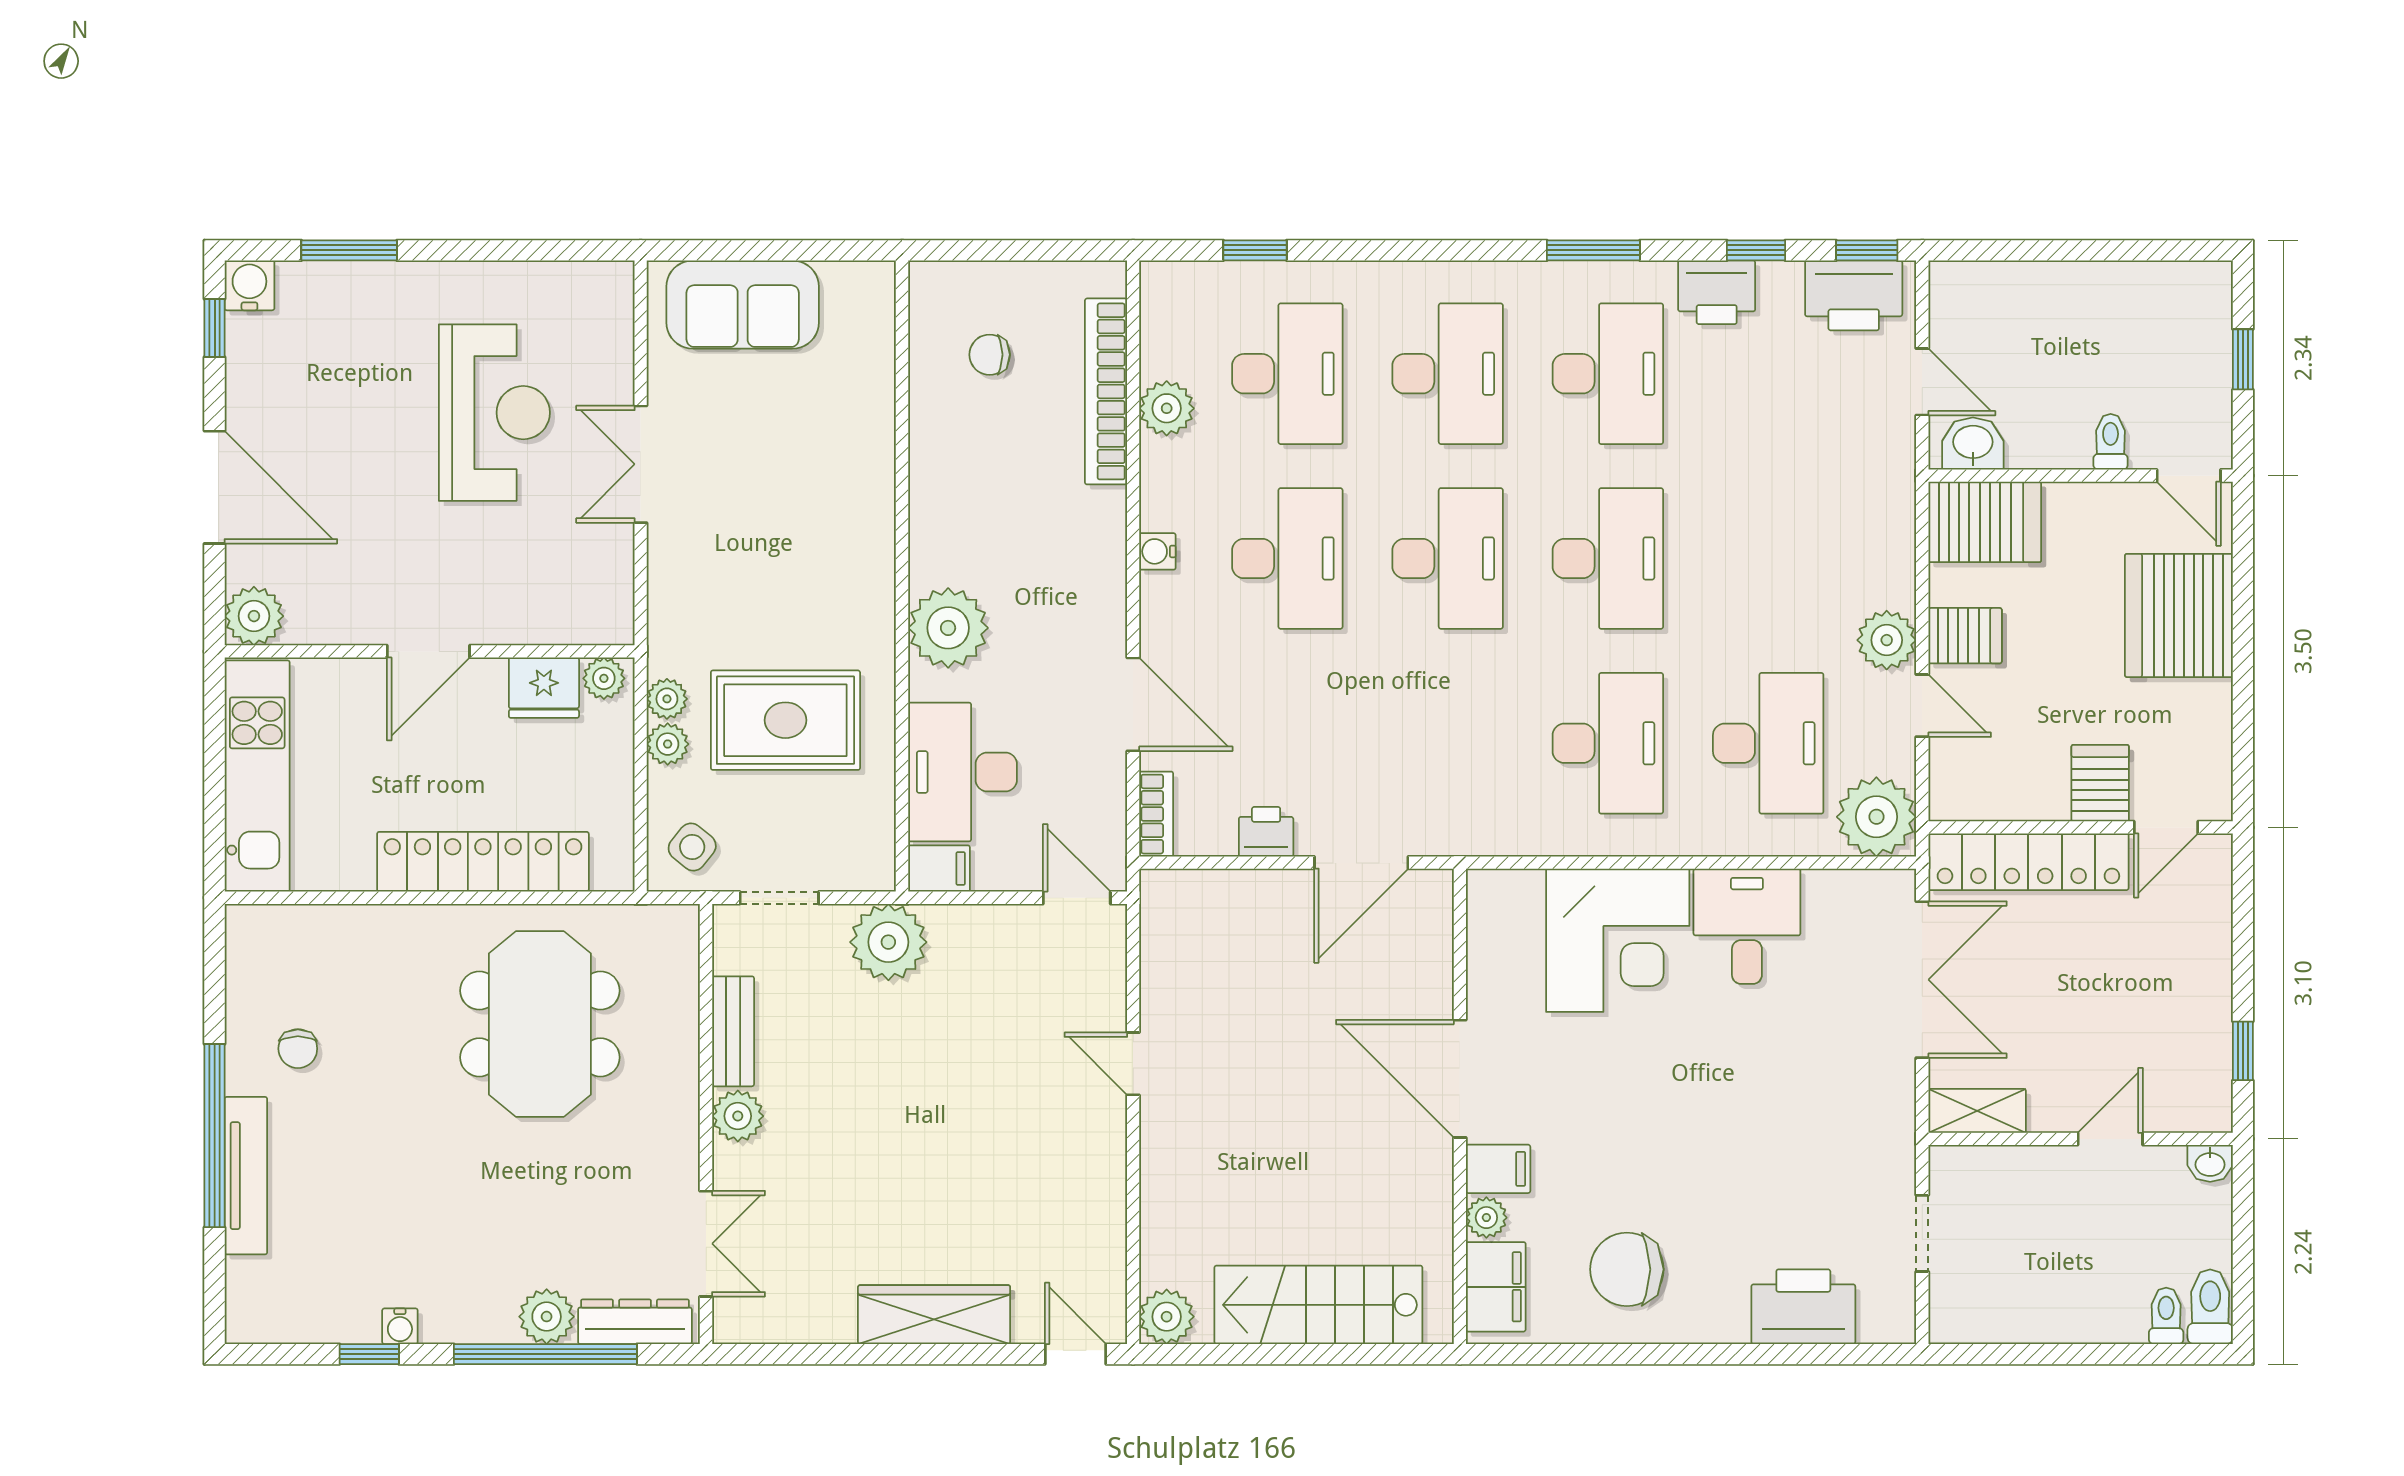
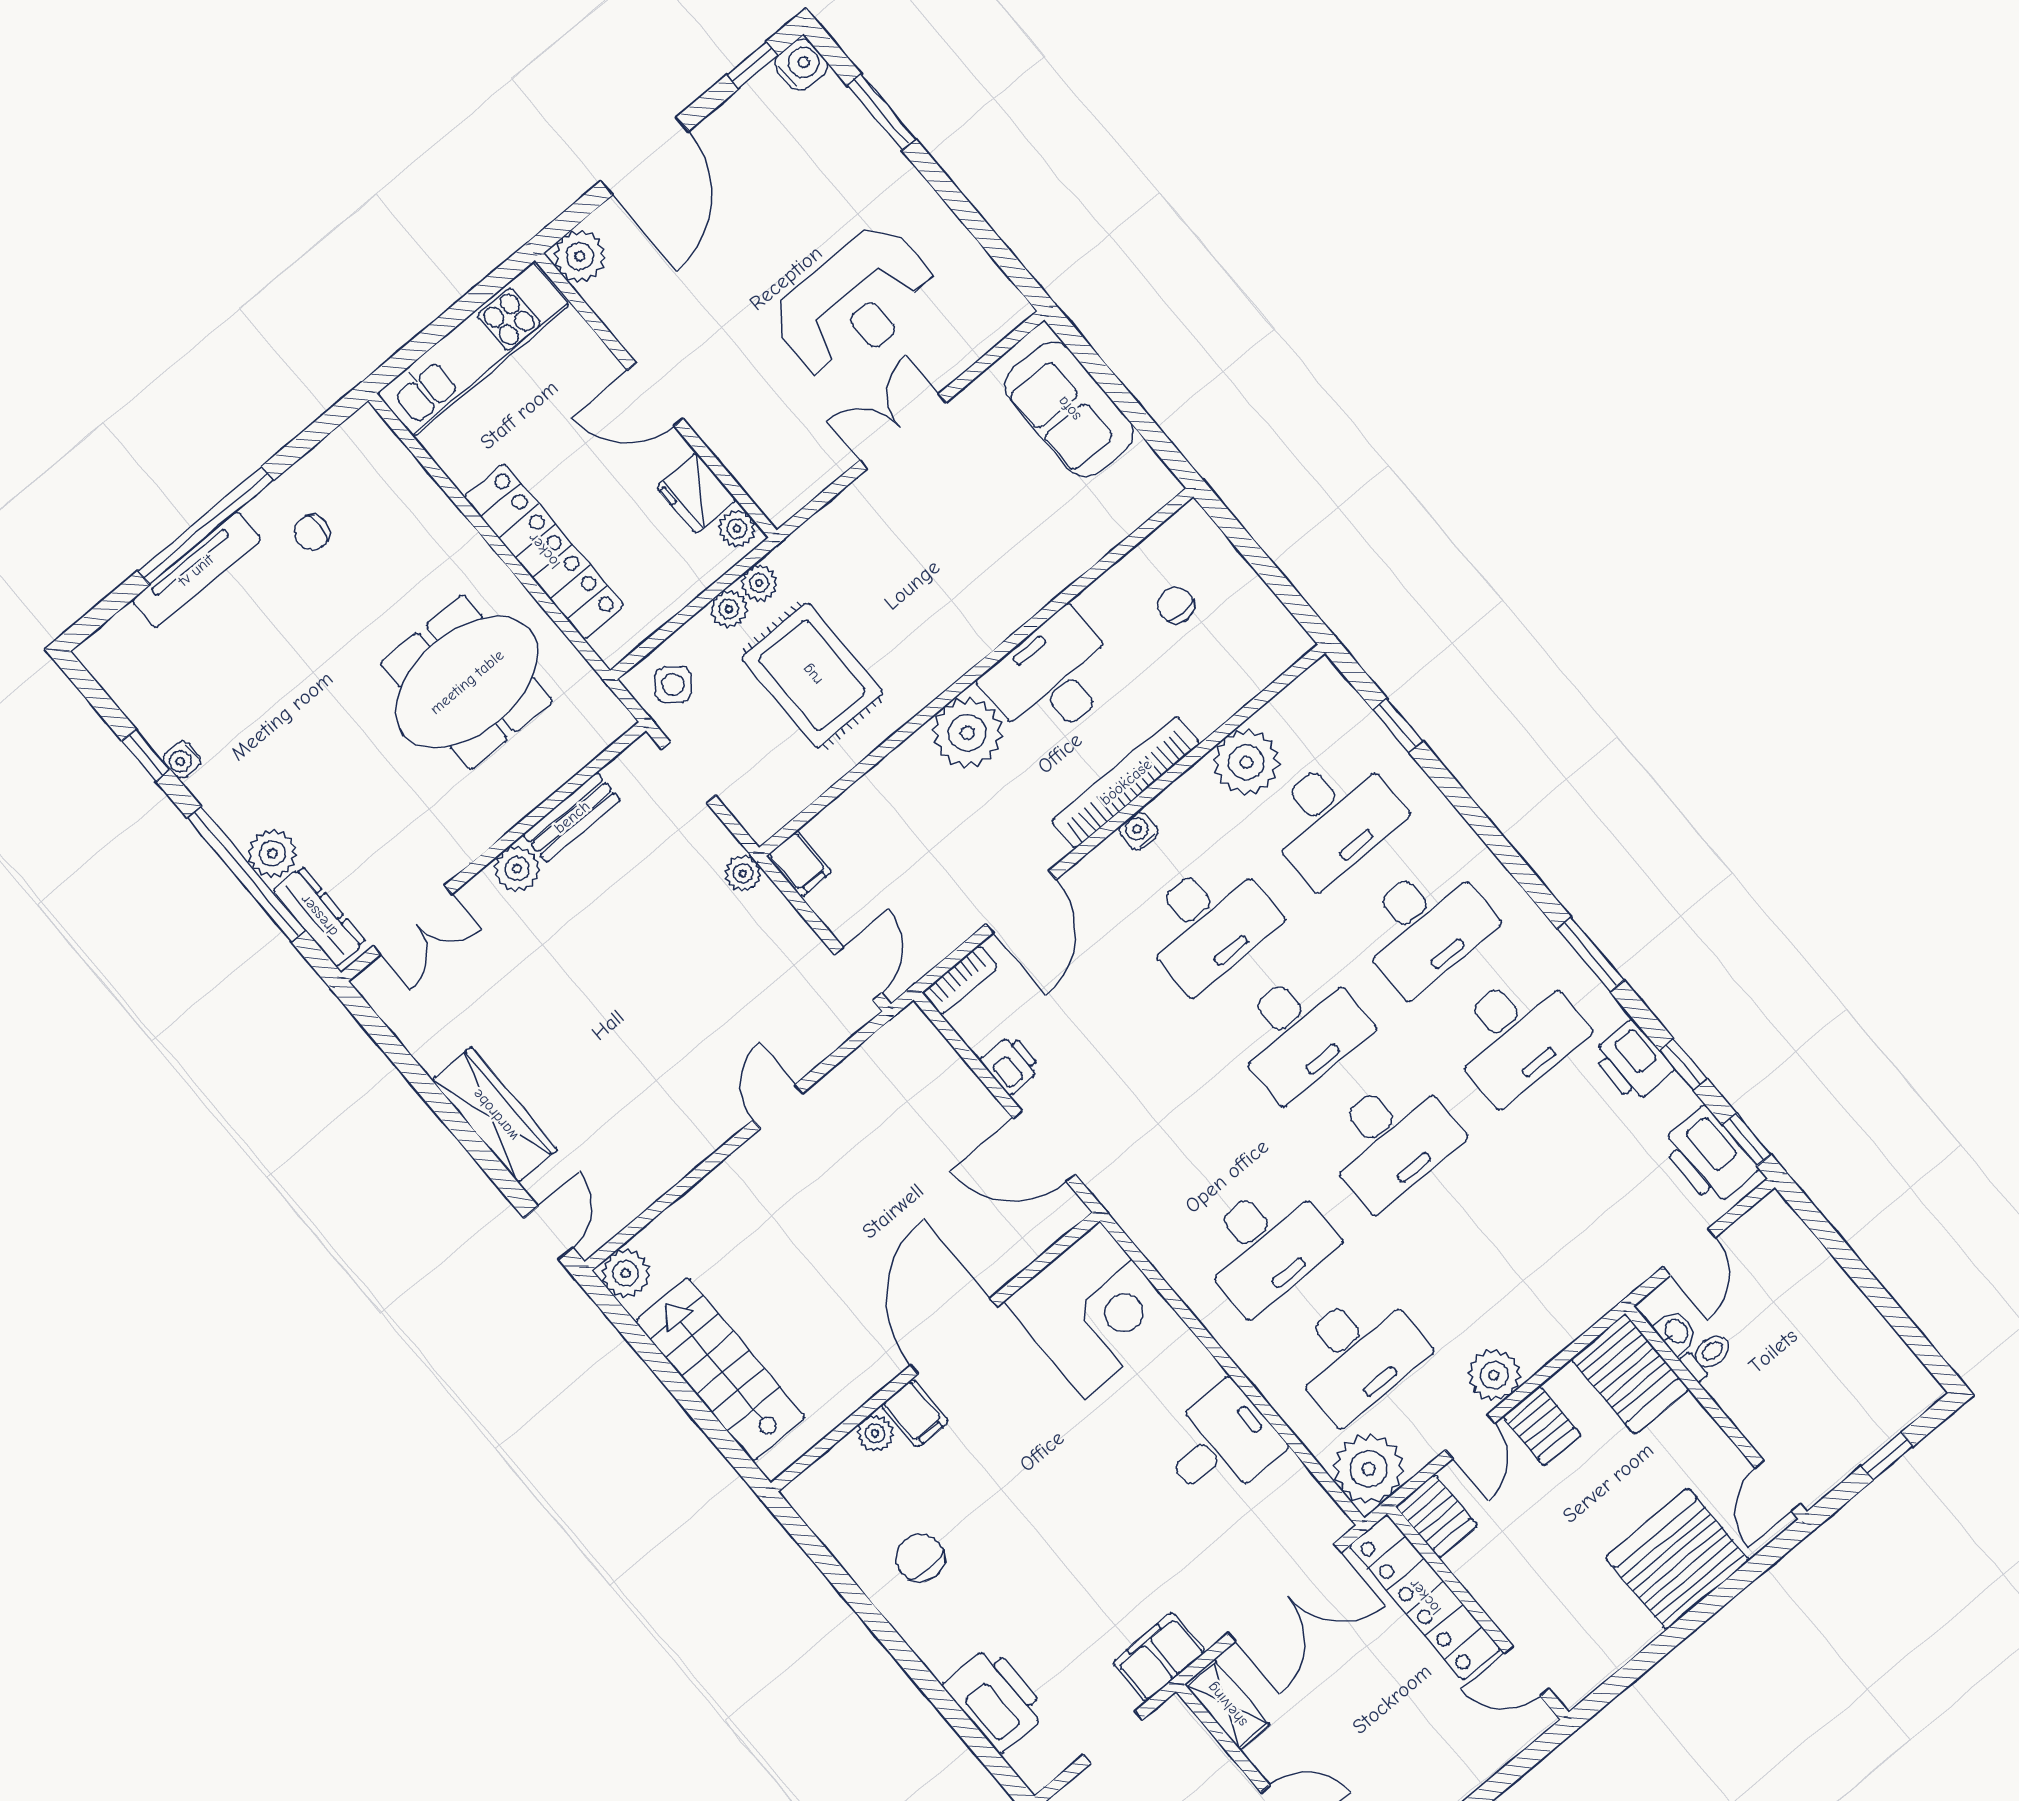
bookcase: (1106, 391) -> (1126, 782), moved
plant: (1167, 408) -> (1246, 762), width x1.36, depth x1.36
toilet: (2111, 442) -> (1707, 1356), moved
washbasin: (1973, 443) -> (1676, 1332), width x0.72, depth x0.69
desk: (962, 772) -> (1052, 678), moved
server rack: (2100, 783) -> (1436, 1516), moved, turned 90
corner desk: (1618, 940) -> (1092, 1310), moved, turned -90
plant: (888, 942) -> (743, 873), width x0.53, depth x0.53
chair: (1627, 1269) -> (920, 1558), width x0.73, depth x0.73
filing cabinet: (1496, 1287) -> (1159, 1657), moved, turned 180

